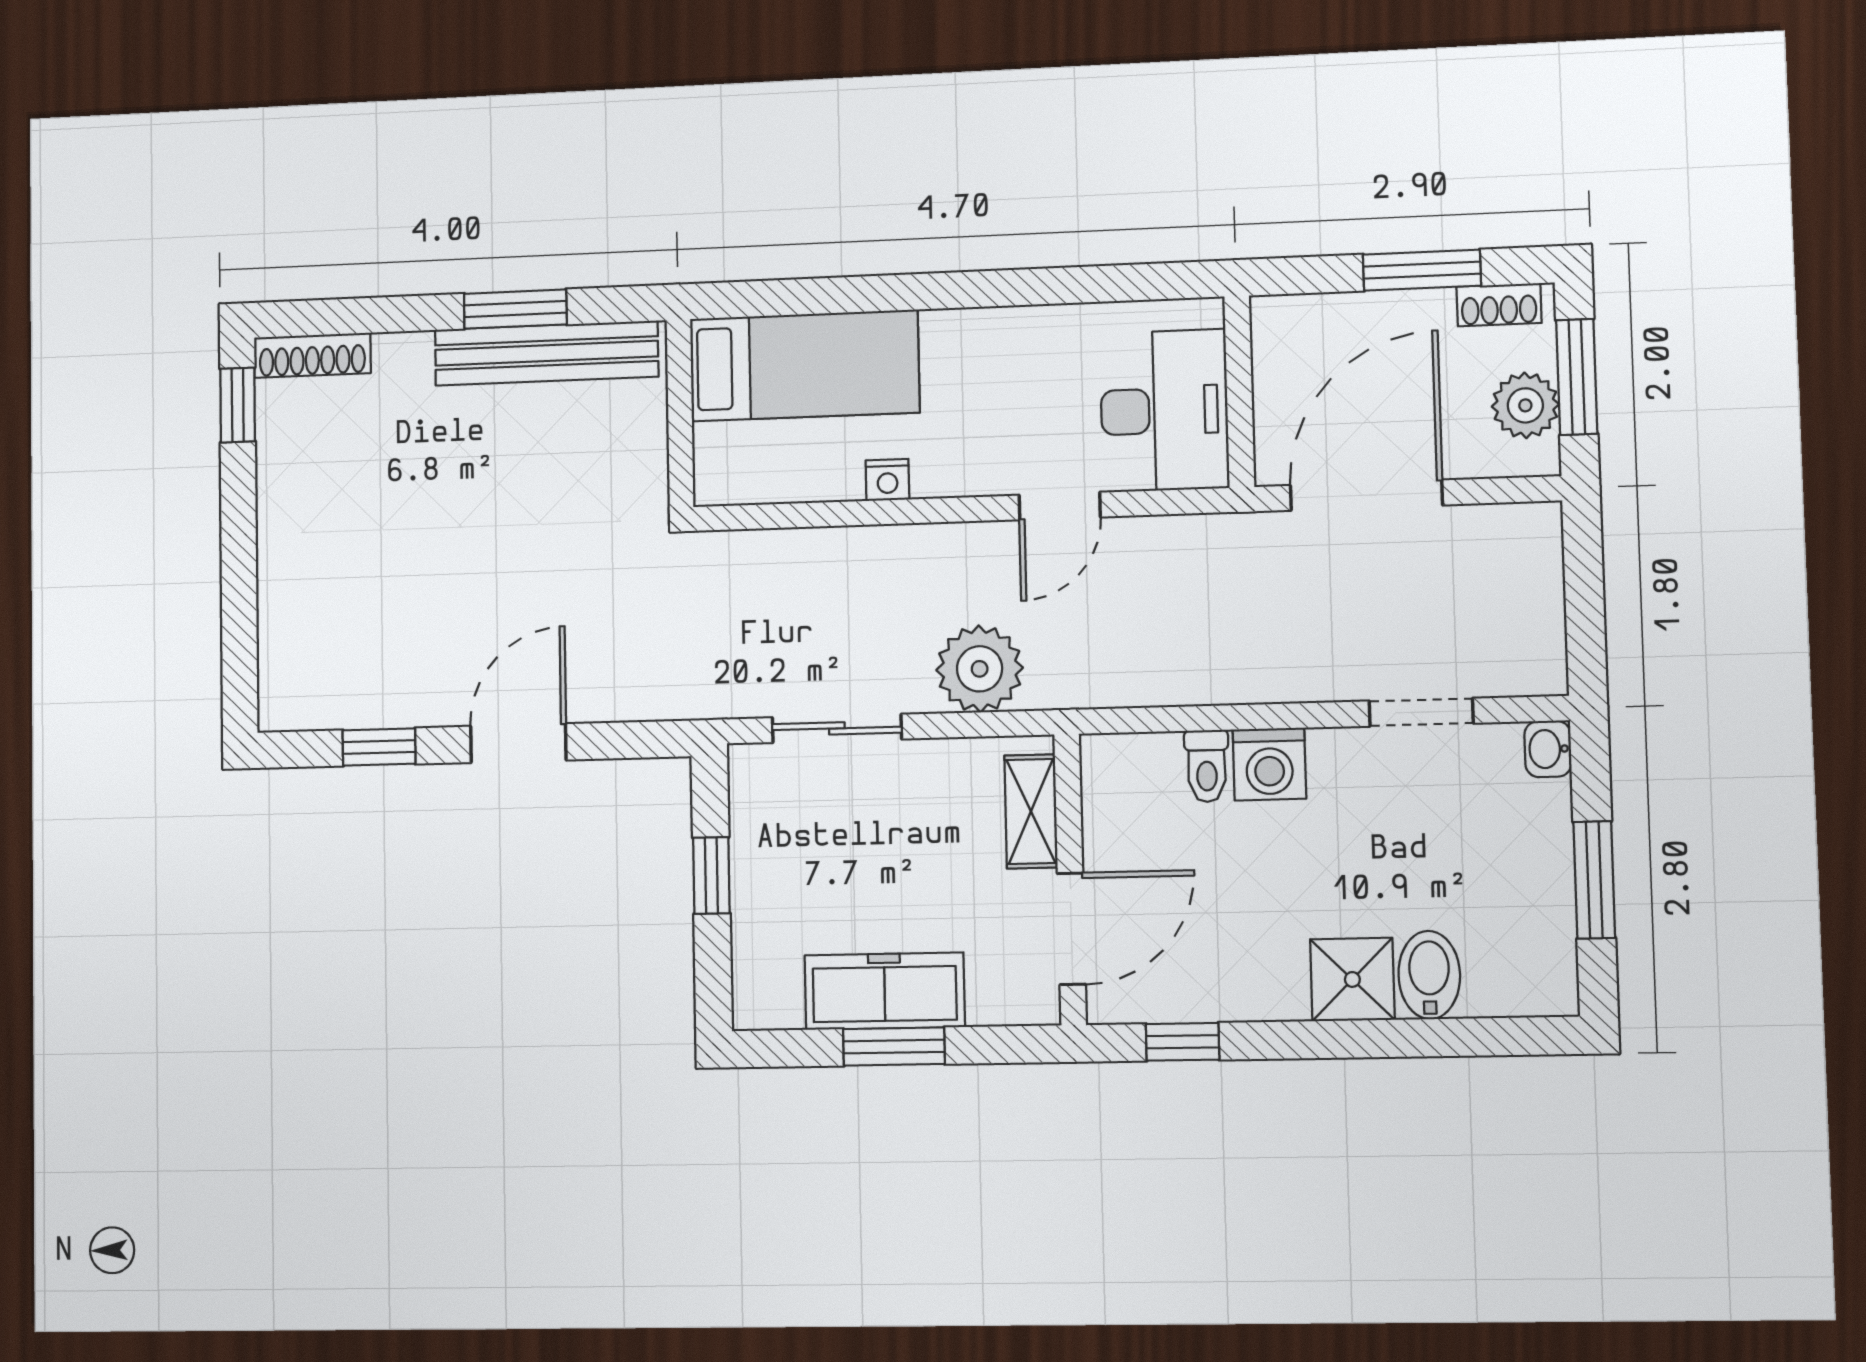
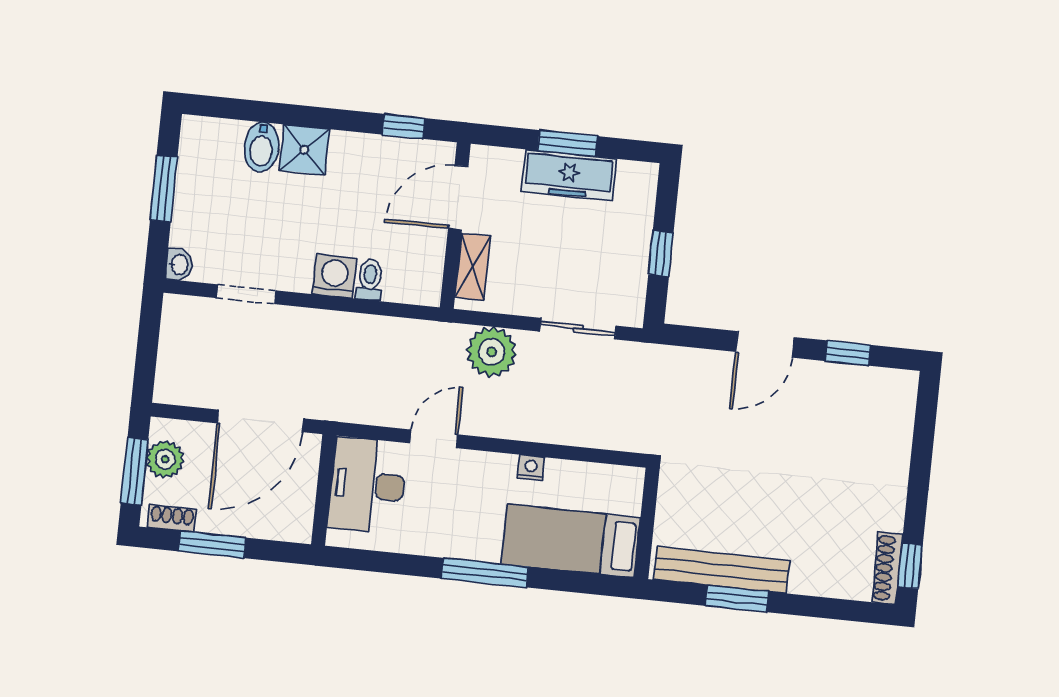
window: (943, 291) -> (485, 573), added
shoe rack: (312, 355) -> (887, 568), moved, turned -90

